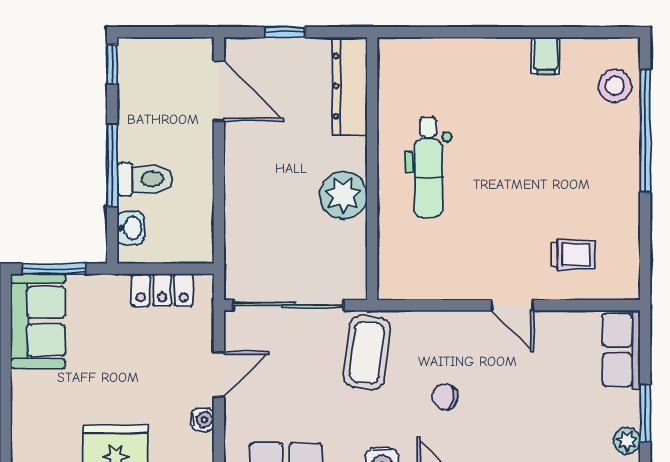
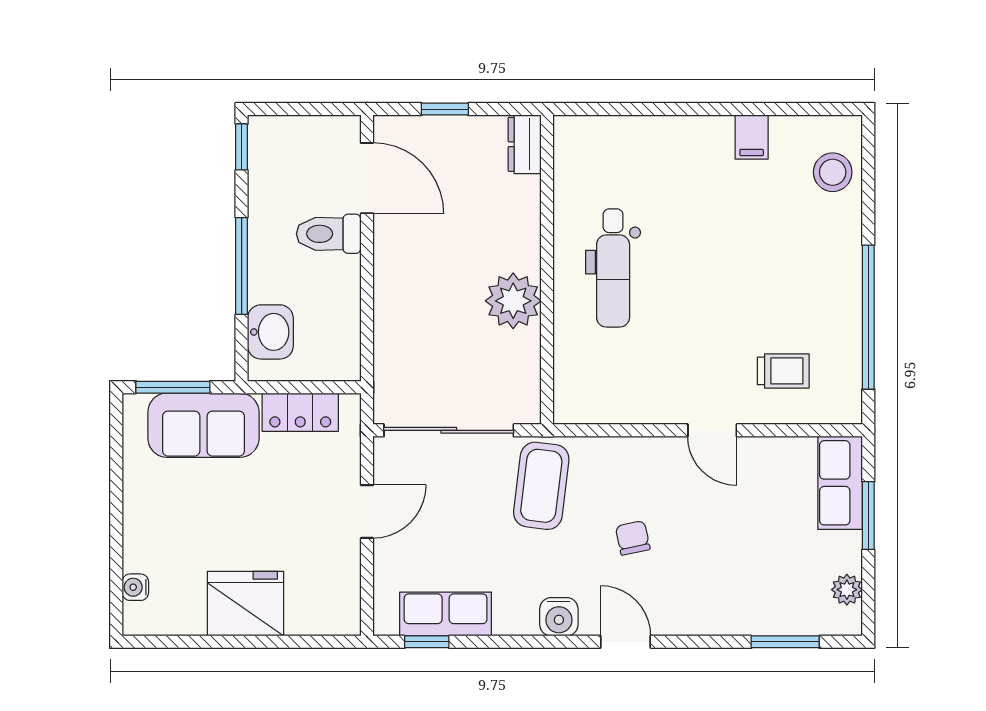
dresser: (350, 86) -> (525, 144), width x0.51, depth x0.80
window: (645, 131) -> (868, 317), moved
toilet: (145, 179) -> (329, 234), moved, turned 180
washbasin: (131, 228) -> (270, 332), width x1.38, depth x1.45
sofa: (38, 321) -> (203, 425), moved, turned 90
chair: (445, 397) -> (633, 538), turned 68
window: (645, 413) -> (868, 515), moved
water cooler: (203, 420) -> (135, 587), moved, turned 180

